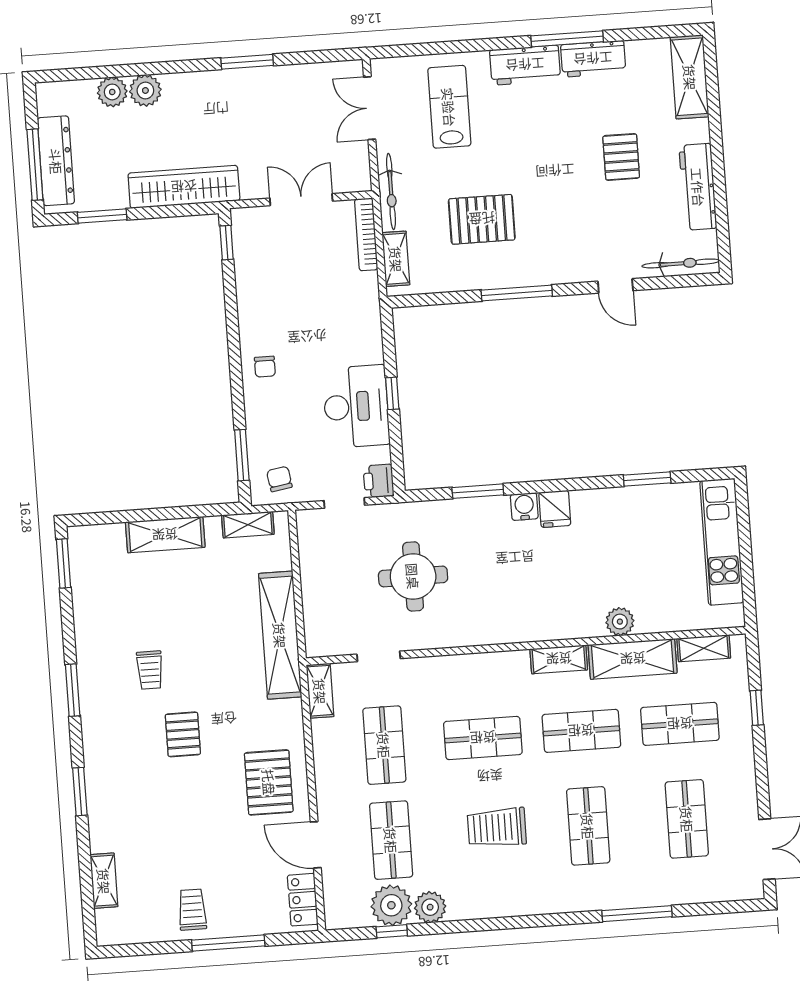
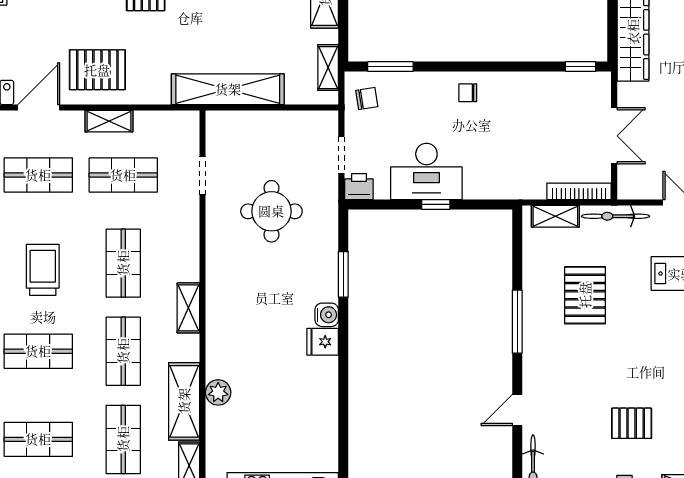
window: (647, 479) -> (343, 426), removed
shelving: (559, 659) -> (188, 308), moved
shelving: (320, 691) -> (109, 121), moved

